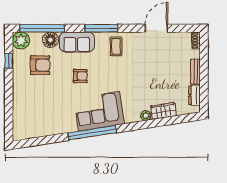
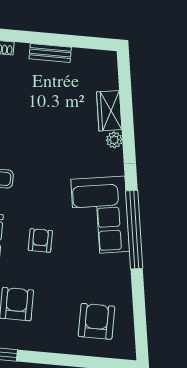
dresser: (195, 95) -> (88, 58), removed
armchair: (34, 115) -> (96, 321), added

